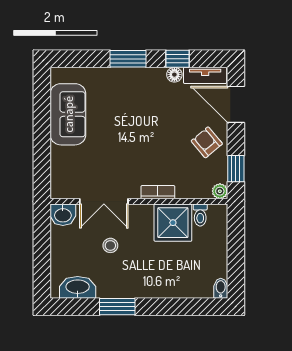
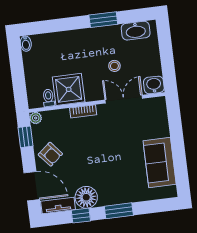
floor lamp: (174, 75) -> (86, 197), width x1.89, depth x1.89

